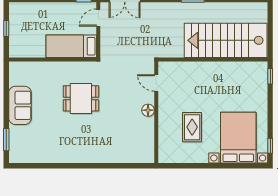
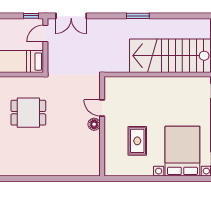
door: (156, 83) -> (102, 108), moved

